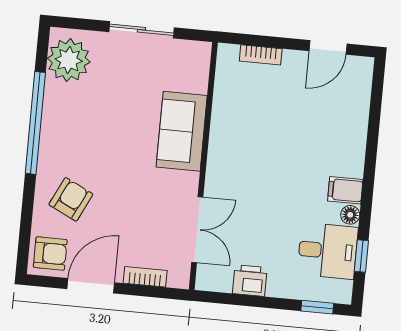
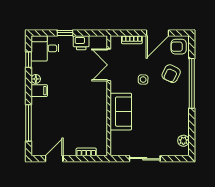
plant: (69, 60) -> (183, 141), width x0.53, depth x0.53
window: (35, 123) -> (192, 83), moved
window: (374, 126) -> (29, 123), added
side table: (130, 193) -> (143, 80), added
desk: (328, 251) -> (45, 48), moved
window: (317, 307) -> (65, 33), moved

